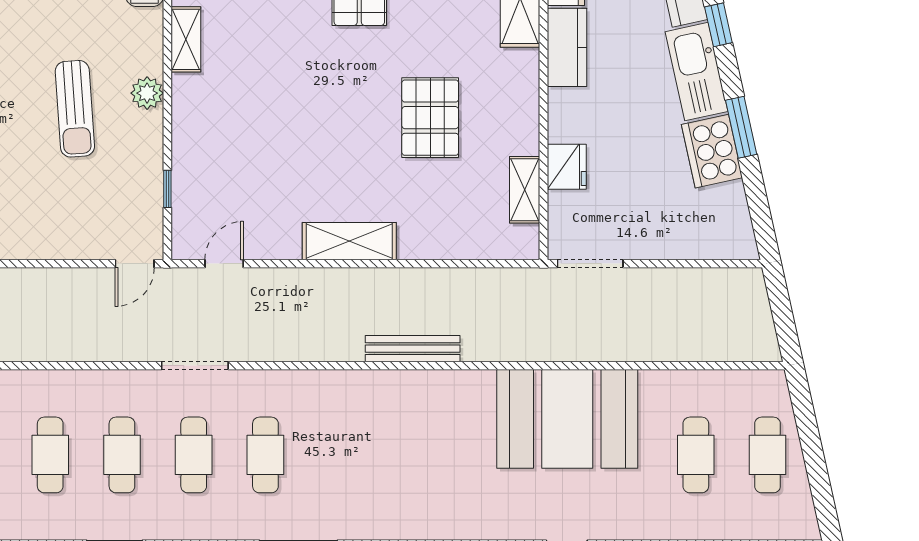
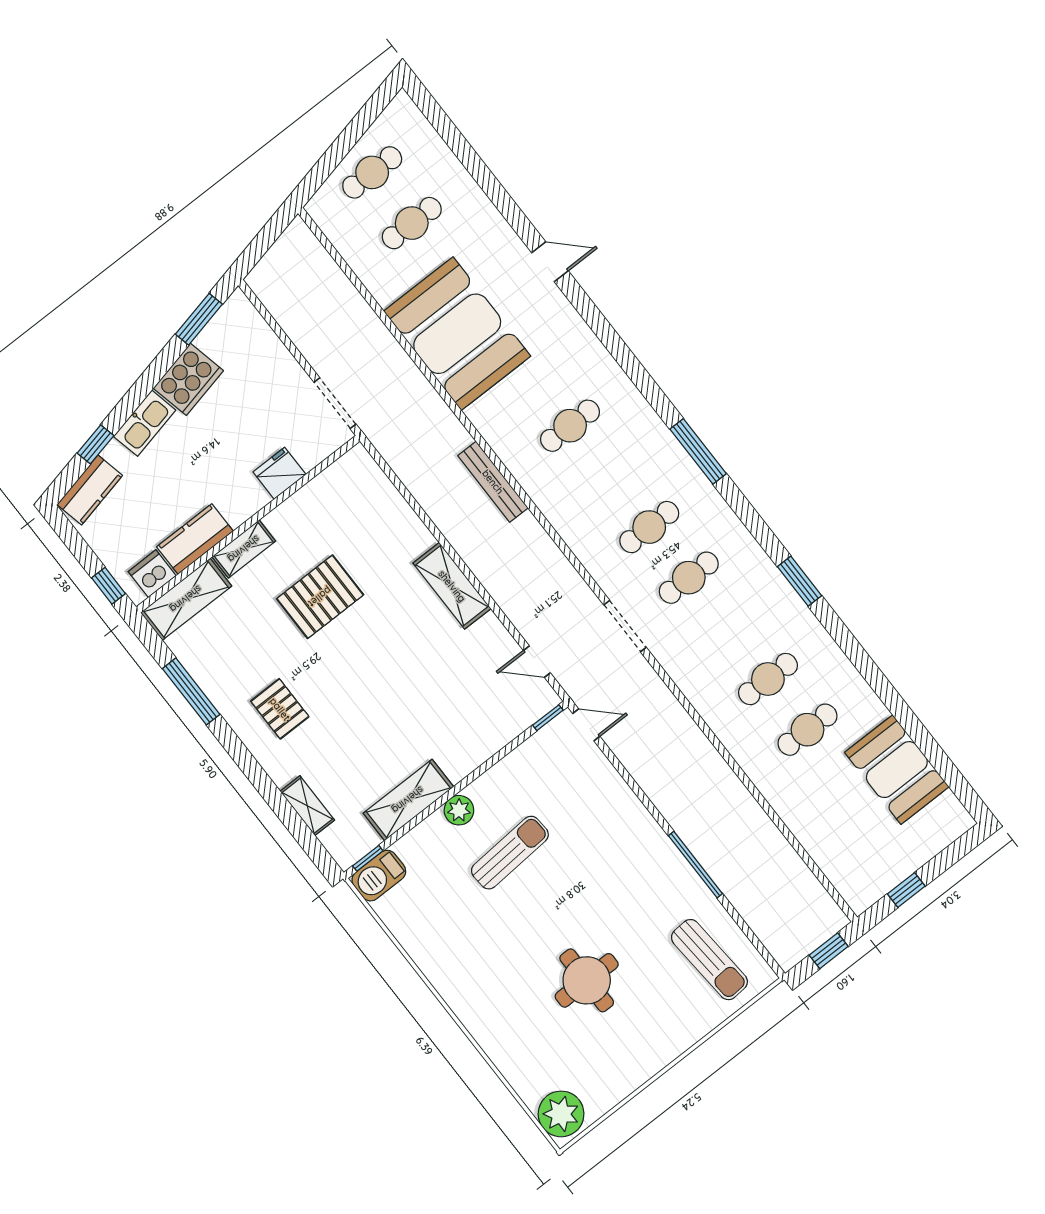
shelving: (186, 39) -> (408, 800), width x1.50, depth x1.33
kitchen sink: (697, 72) -> (145, 423), width x0.73, depth x0.81
window: (741, 127) -> (199, 319), moved
window: (167, 189) -> (548, 718), moved
shelving: (525, 190) -> (244, 549), moved
cafe table: (122, 455) -> (570, 426), moved

